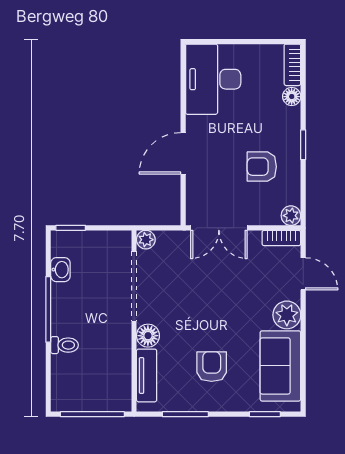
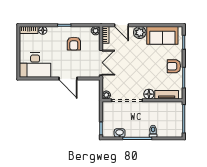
door: (303, 274) -> (121, 25), swing flipped
armchair: (212, 367) -> (174, 66), moved

